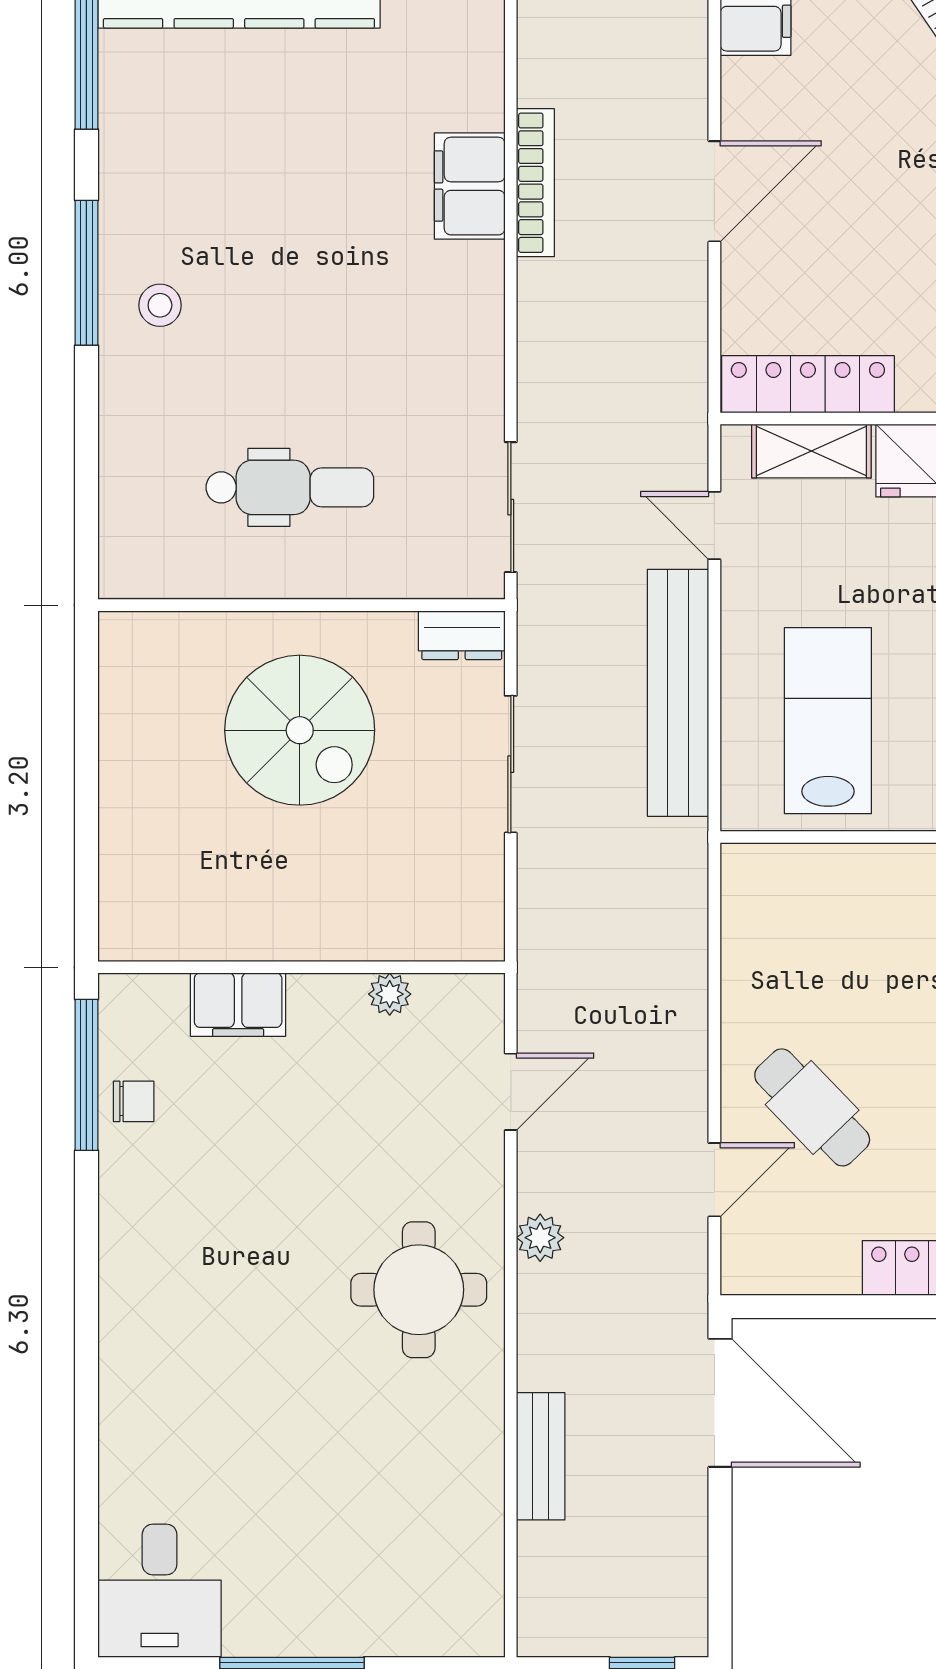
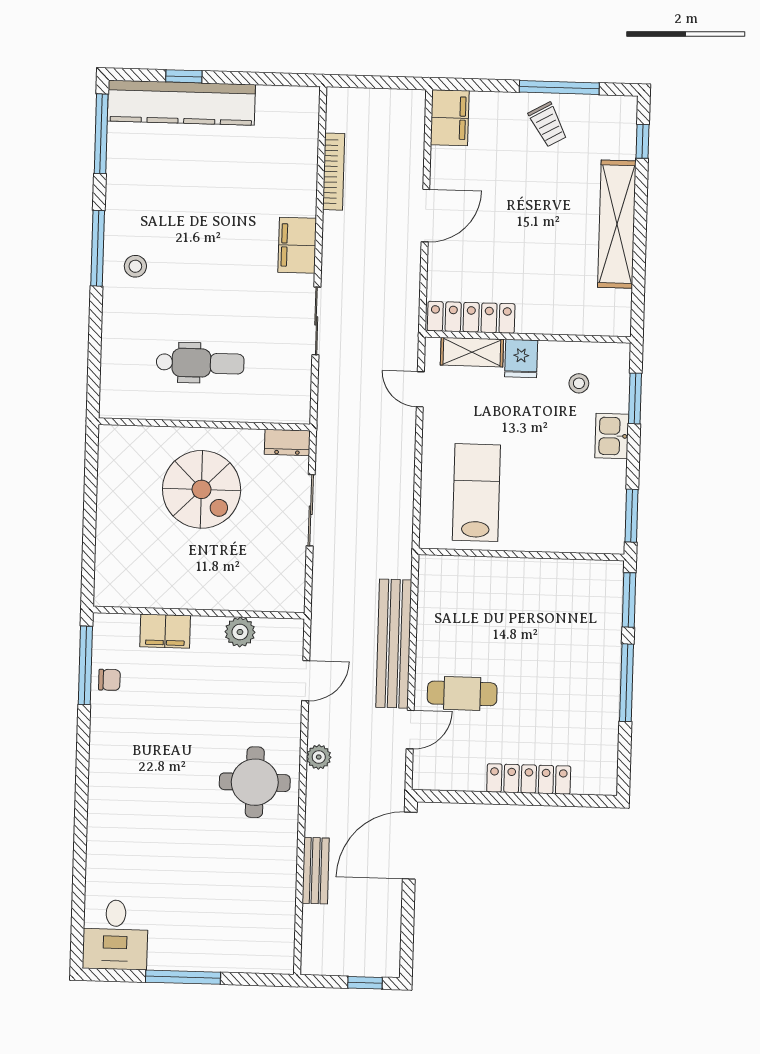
bookcase: (535, 183) -> (334, 172), moved
filing cabinet: (470, 186) -> (297, 245), moved
sliding door: (511, 507) -> (316, 321), moved
bench: (678, 693) -> (394, 644), moved
plant: (390, 994) -> (240, 632), width x1.38, depth x1.38
cafe table: (812, 1107) -> (462, 693), turned -46
door: (720, 1403) -> (410, 846), swing flipped

